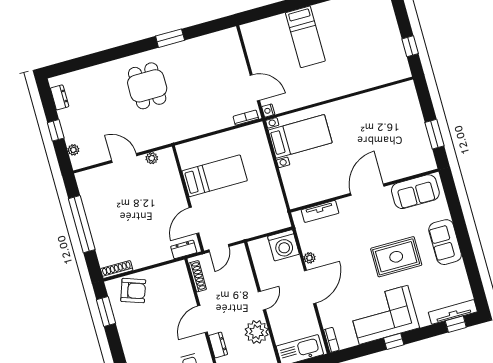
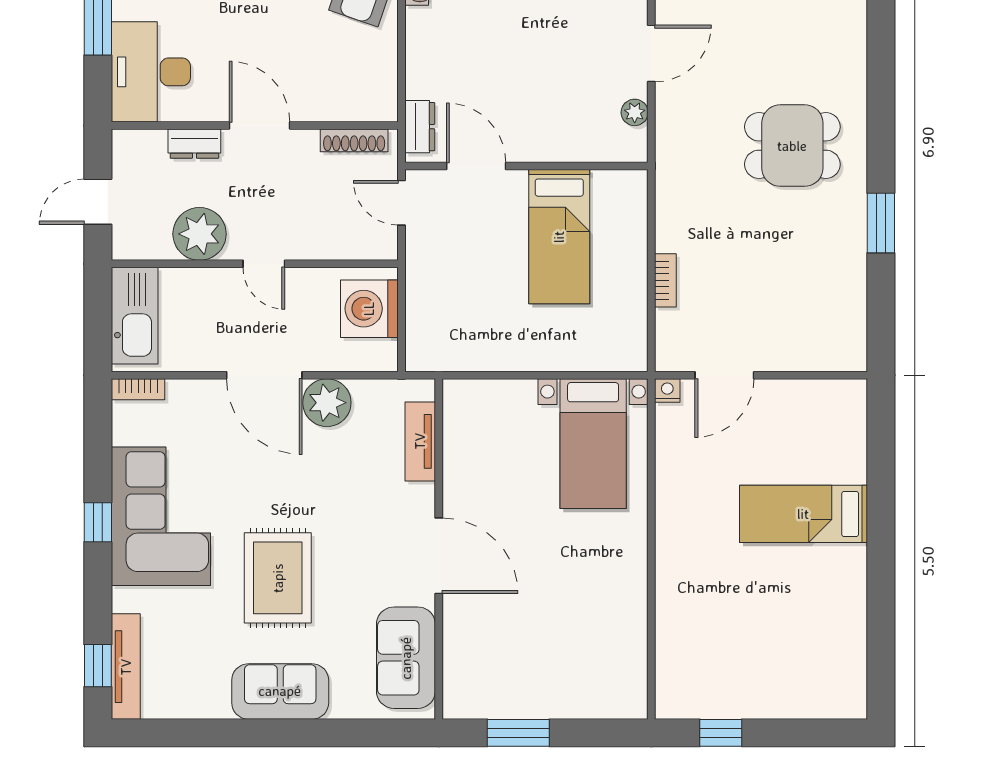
bookcase: (246, 118) -> (665, 280), moved
washing machine: (283, 245) -> (369, 309), moved
plant: (310, 258) -> (327, 403), width x1.87, depth x1.87

